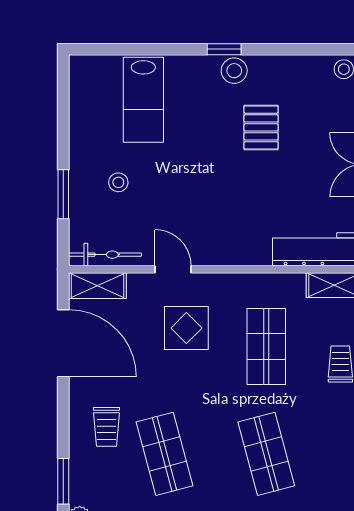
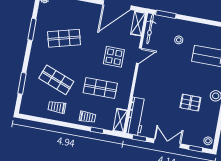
window: (63, 194) -> (166, 14), moved
trolley: (107, 427) -> (57, 107), moved
shop shelf: (266, 454) -> (56, 80), turned 36

